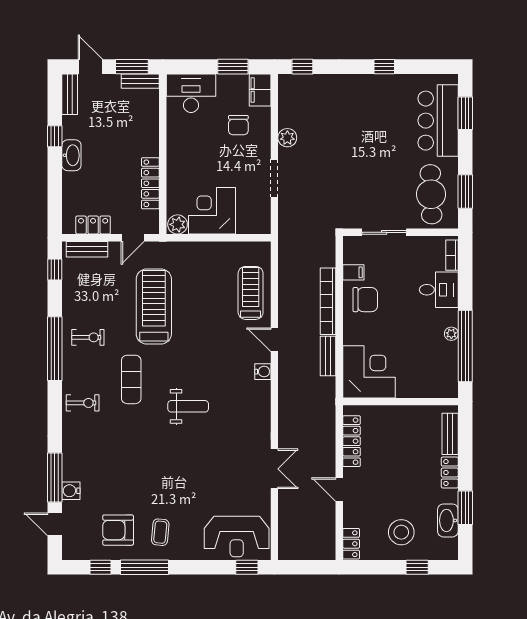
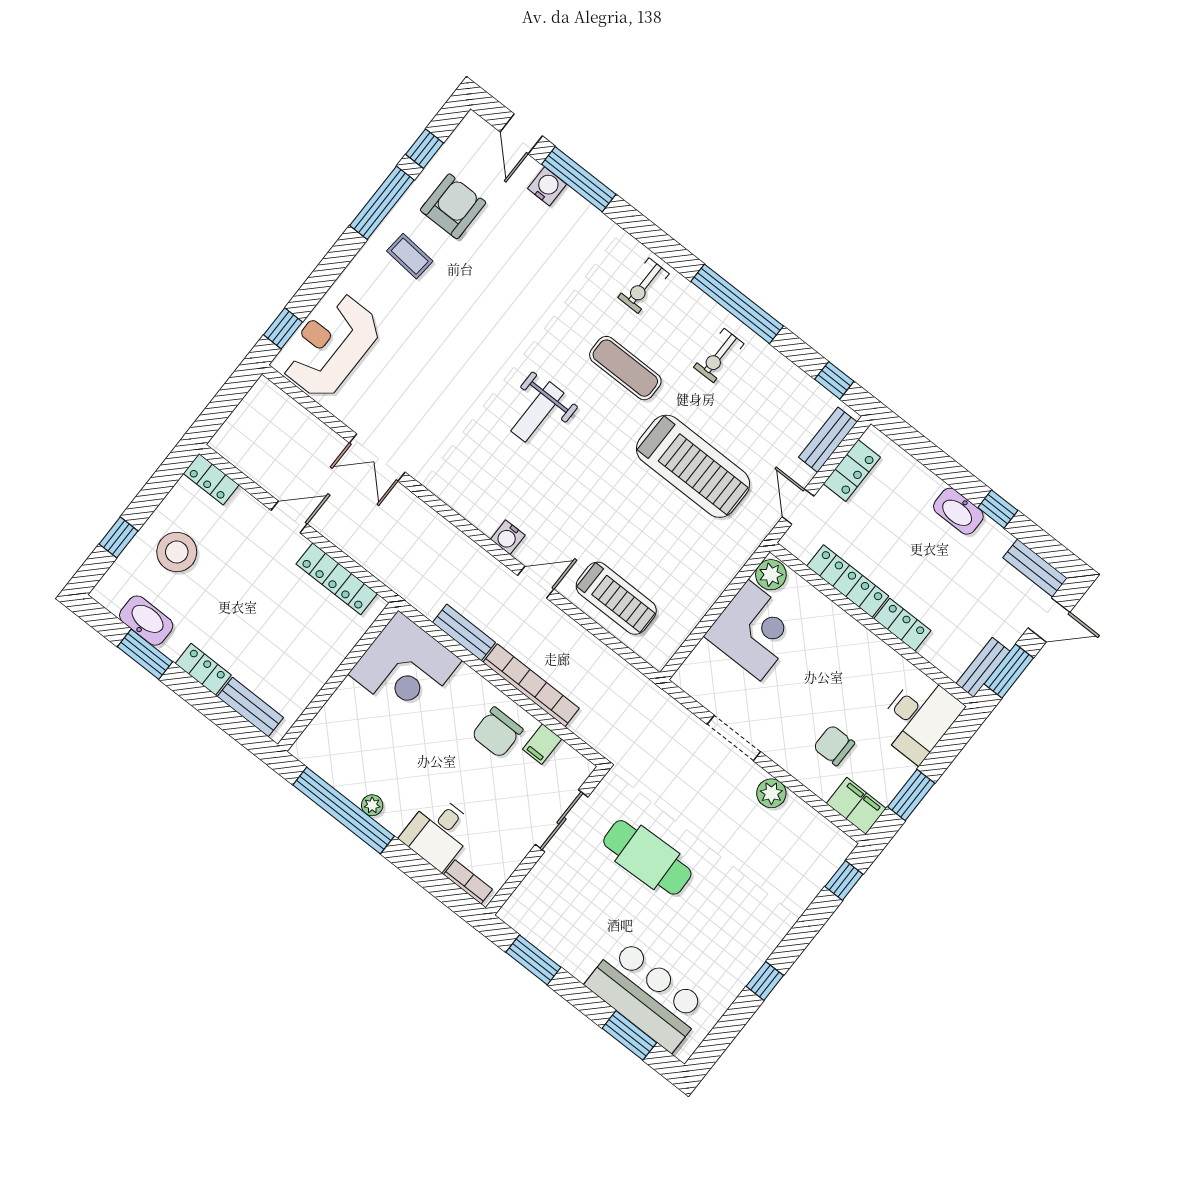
locker: (151, 139) -> (902, 625), added
cafe table: (431, 194) -> (647, 857), moved
door: (55, 524) -> (521, 134), swing flipped

